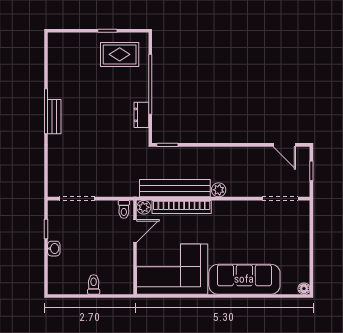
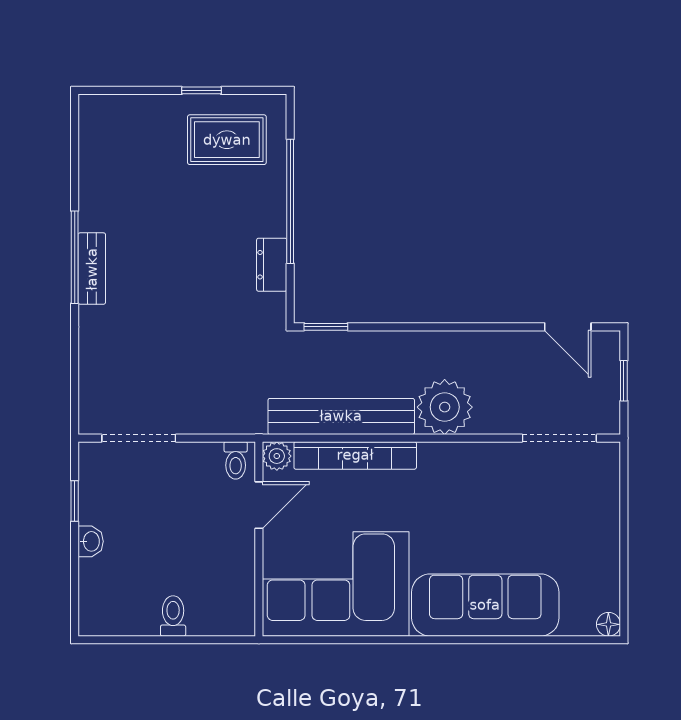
plant: (219, 190) -> (445, 407), width x1.87, depth x1.87

